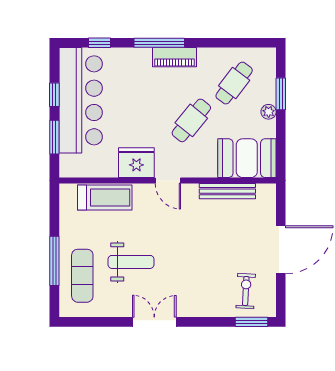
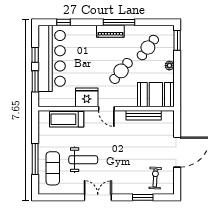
window: (159, 43) -> (119, 22), moved
window: (281, 94) -> (177, 40), moved
treadmill: (105, 198) -> (67, 119), turned 180
window: (251, 322) -> (143, 197), moved

